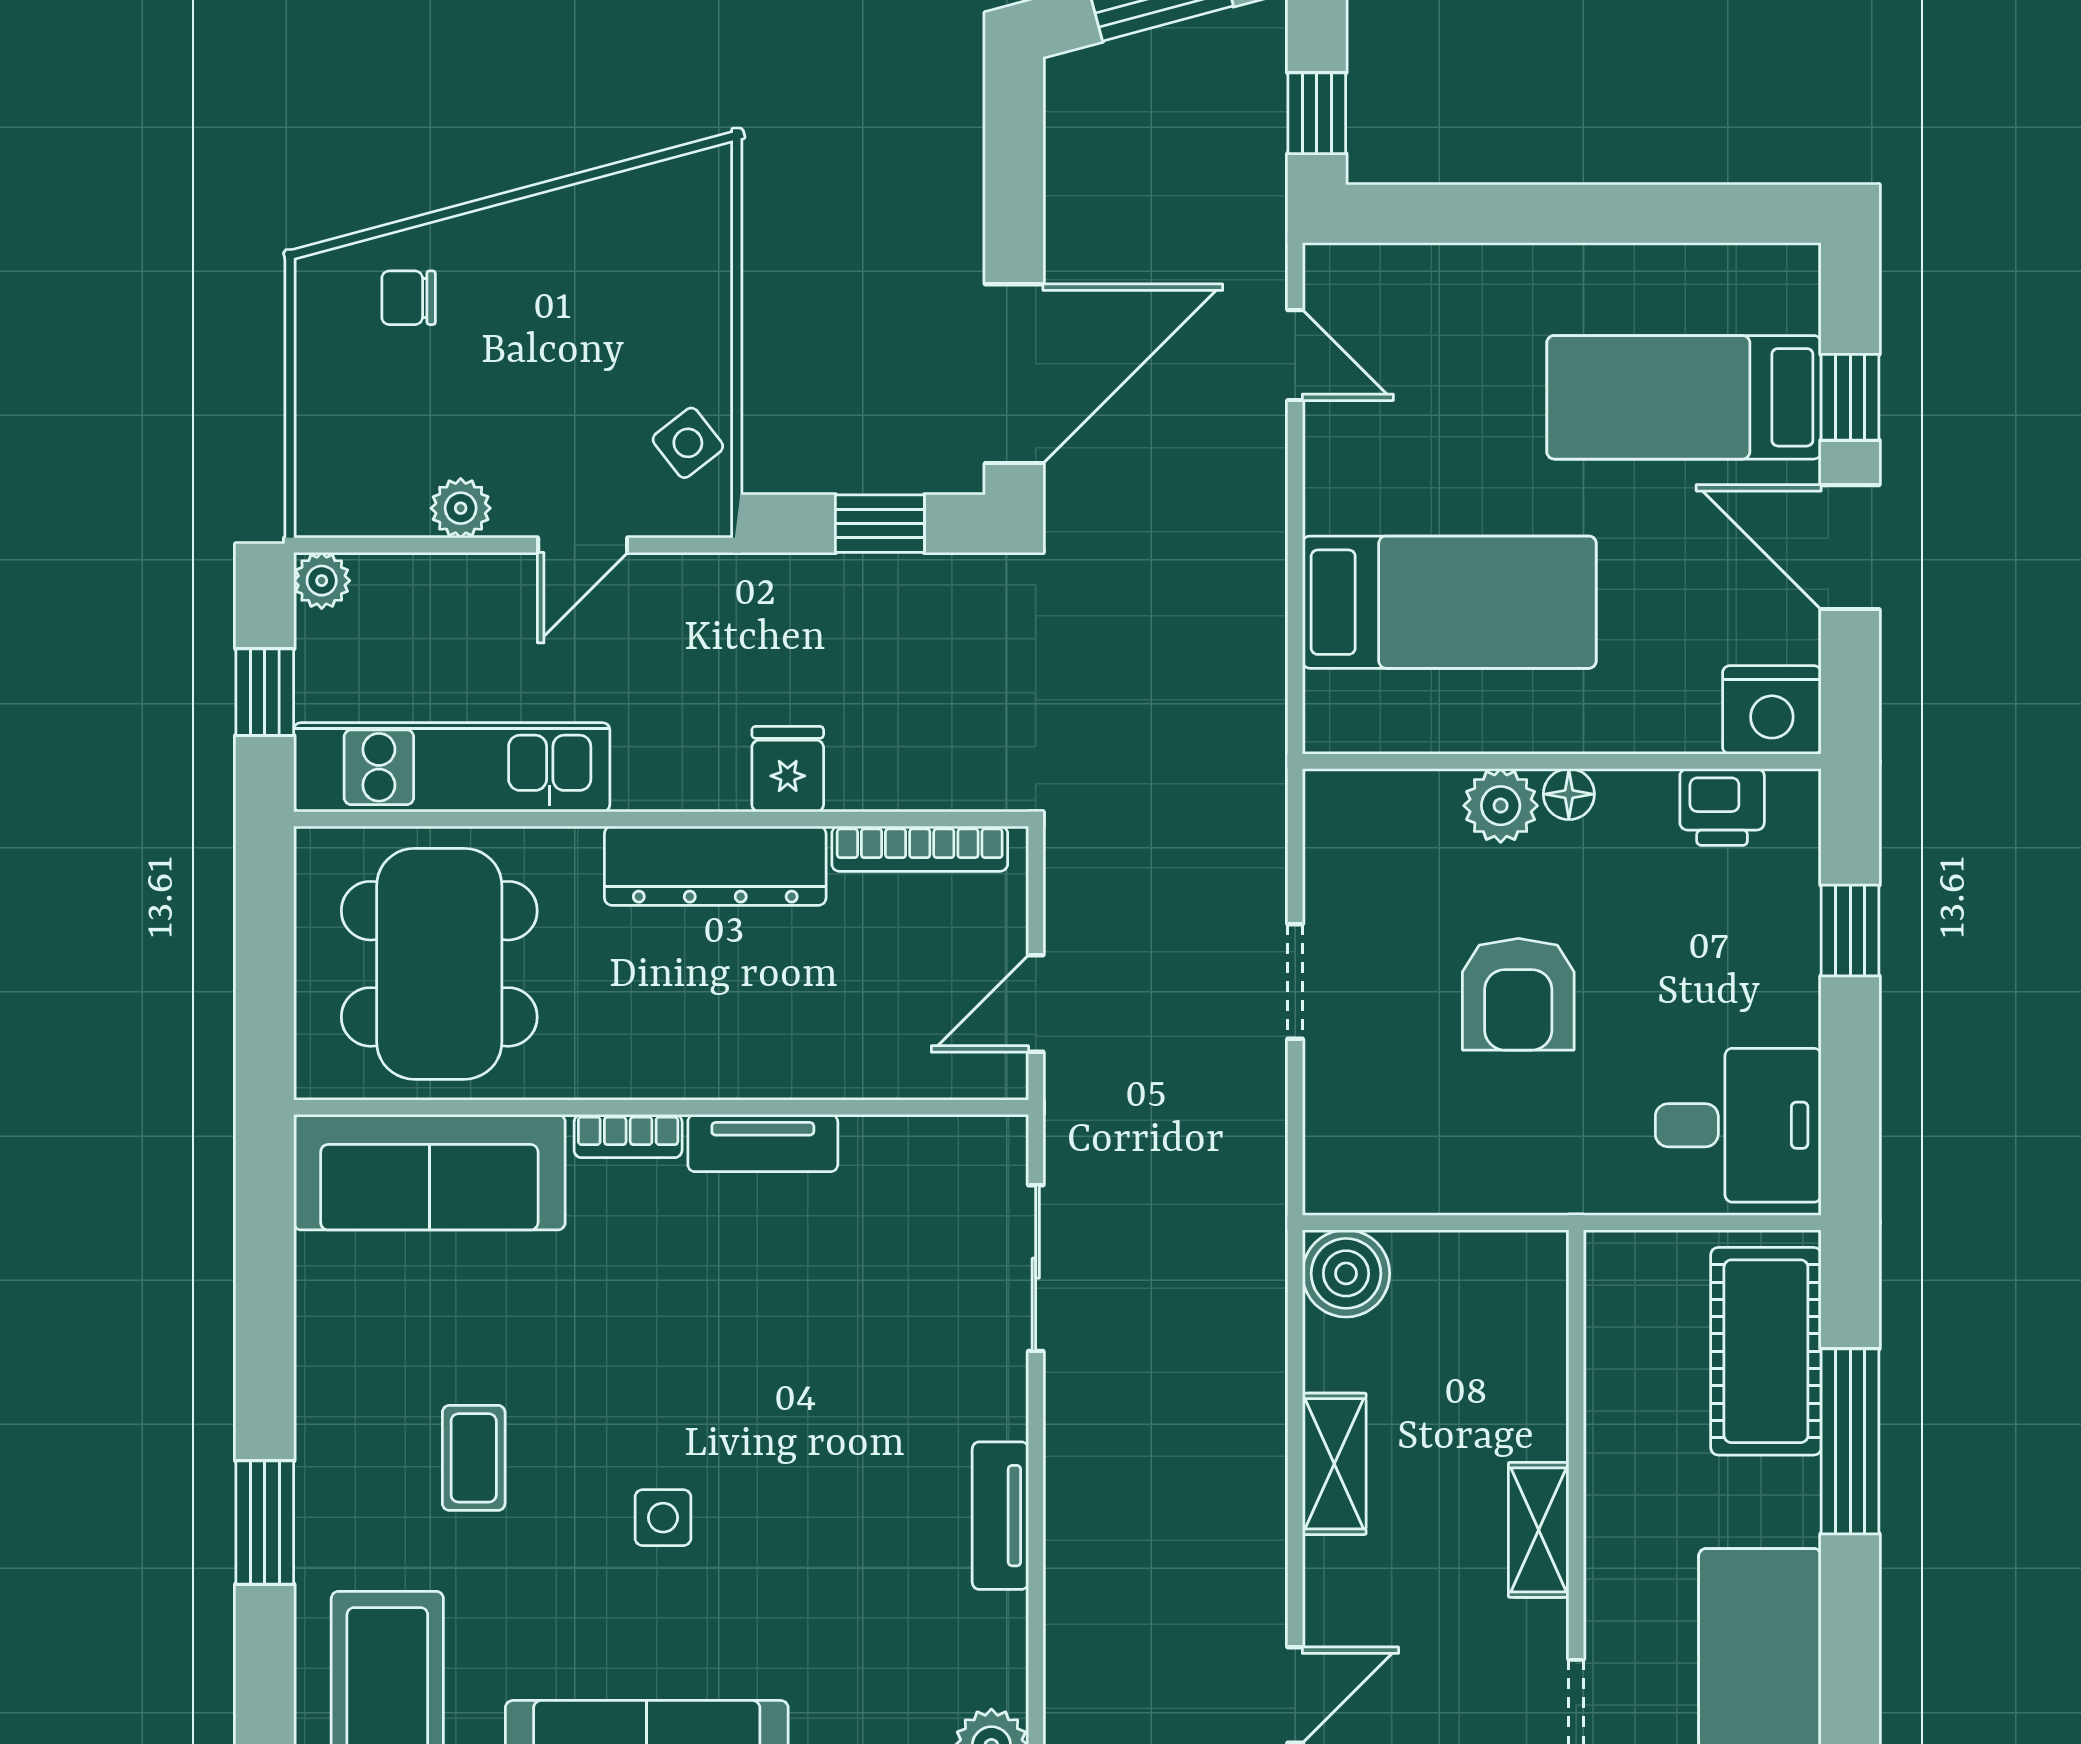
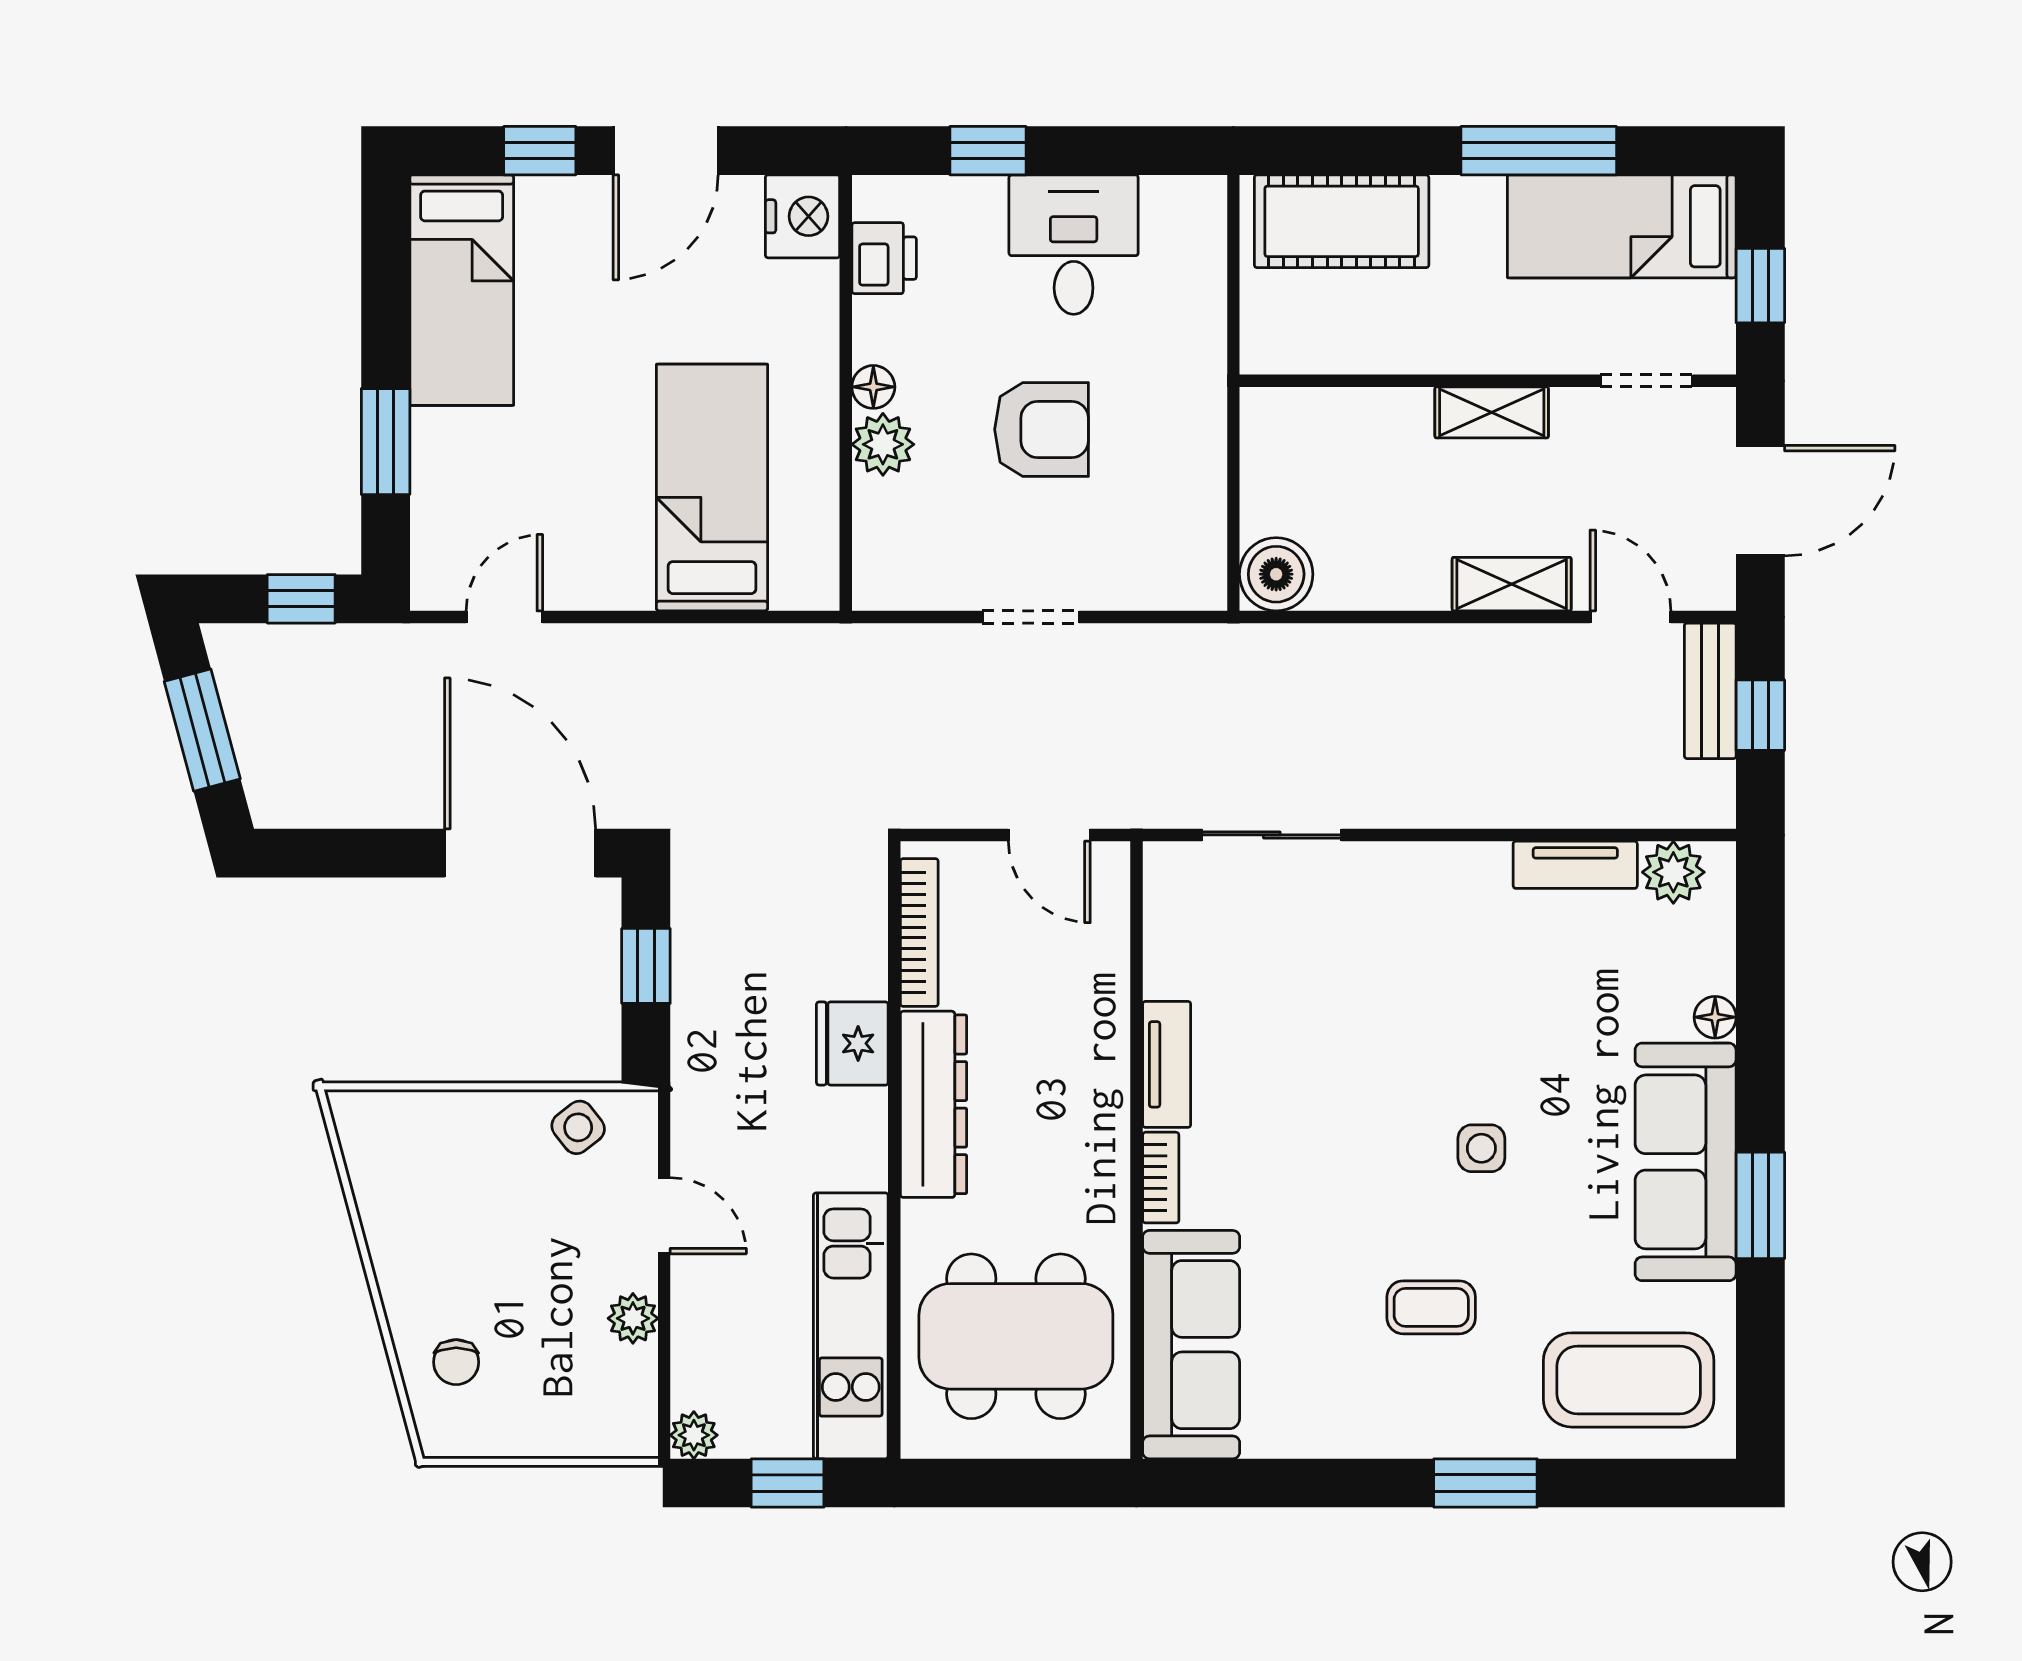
window: (1504, 214) -> (386, 442), added
bed: (1684, 397) -> (462, 290), moved
fridge: (788, 769) -> (852, 1043), width x1.38
desk: (1738, 1125) -> (1074, 245), moved
window: (1850, 1441) -> (1539, 151), moved
shelving: (1334, 1464) -> (1512, 584), moved
tv unit: (1000, 1516) -> (1575, 865), moved

